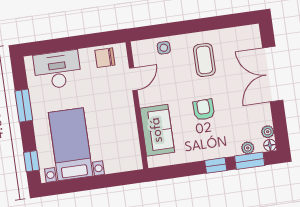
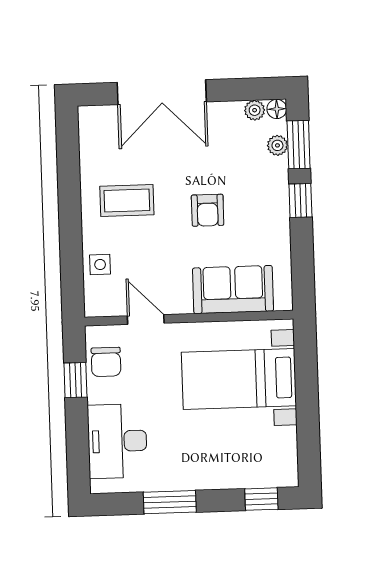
window: (92, 40) -> (75, 380), added
armchair: (204, 110) -> (208, 210), turned -88
bed with nightstands: (71, 144) -> (239, 379), moved

